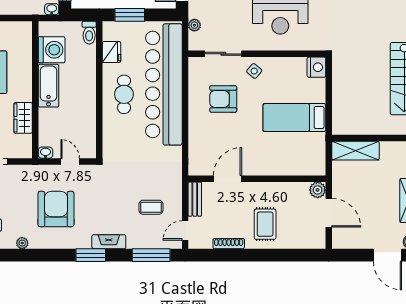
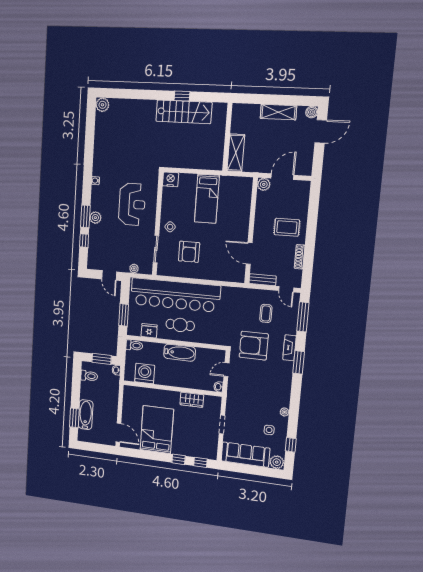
bathtub: (49, 86) -> (180, 353), moved, turned 180
armchair: (56, 209) -> (254, 346), moved

